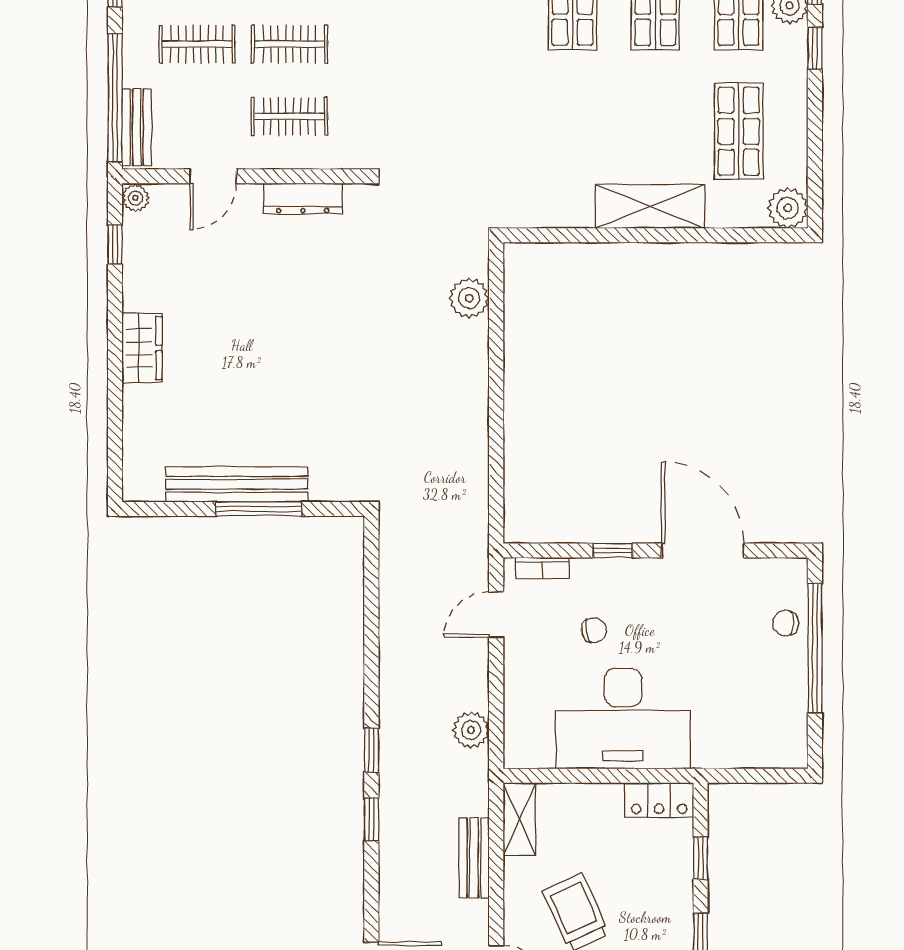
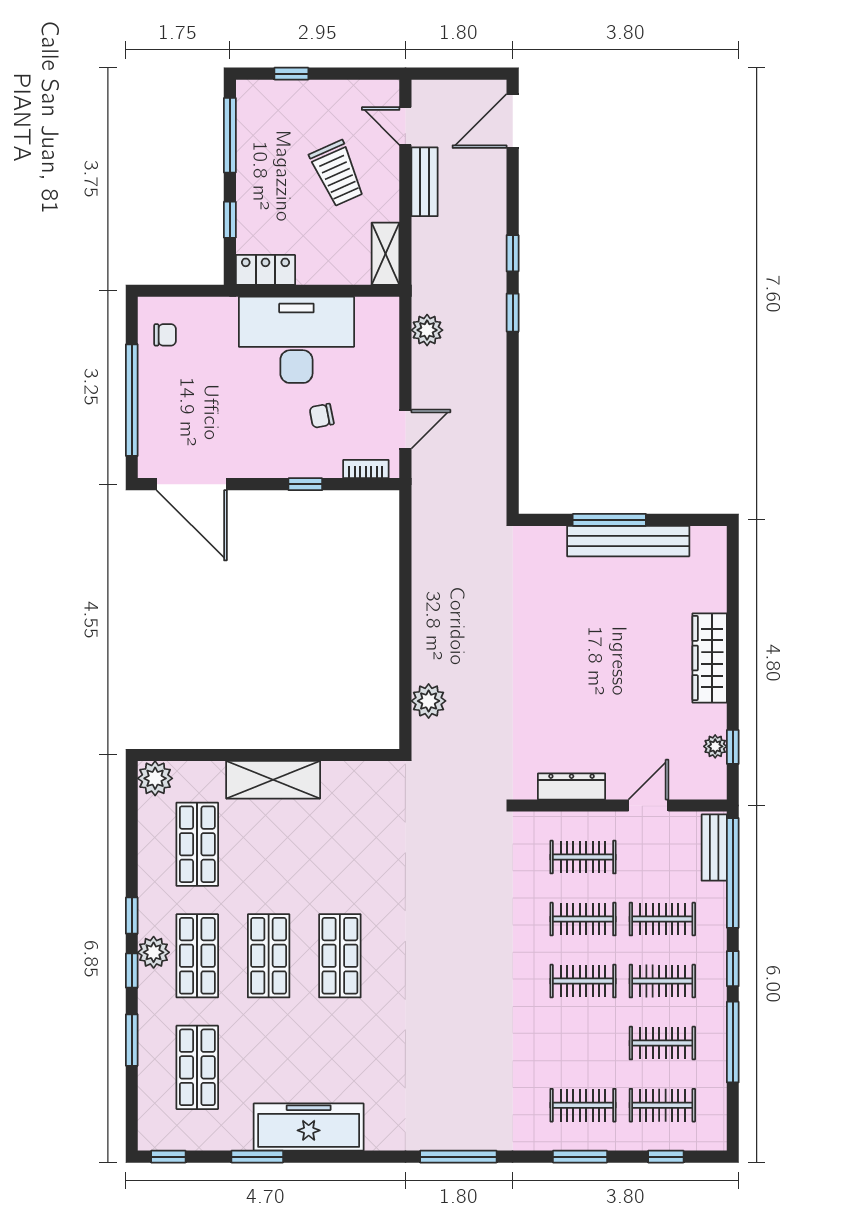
plant: (135, 198) -> (715, 746), moved
wardrobe: (142, 348) -> (710, 658), width x1.50
door: (703, 551) -> (192, 484), moved
chair: (785, 623) -> (165, 335), moved
bench: (474, 858) -> (425, 182), moved

